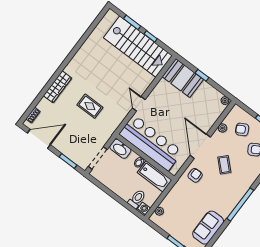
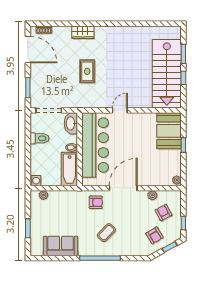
wardrobe: (58, 87) -> (83, 32), width x0.67
coffee table: (224, 165) -> (106, 233), moved
toilet: (137, 199) -> (40, 138), moved

